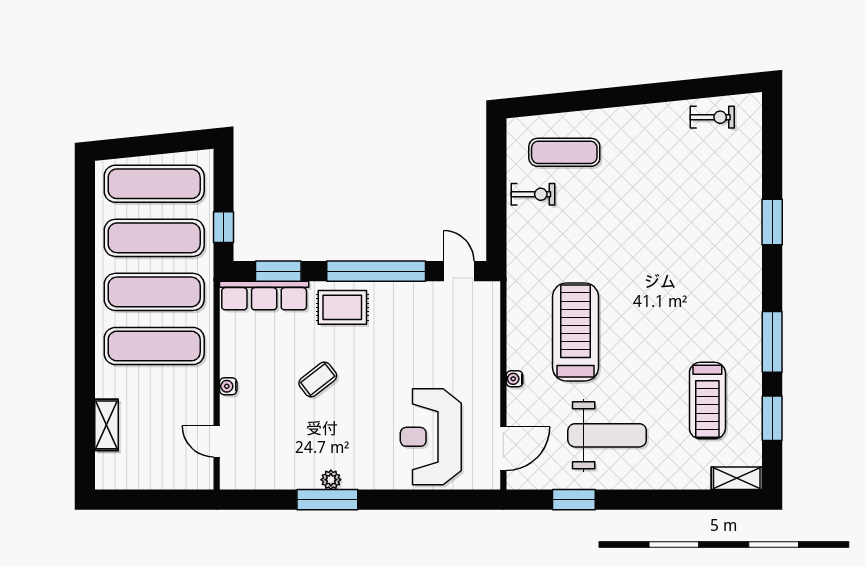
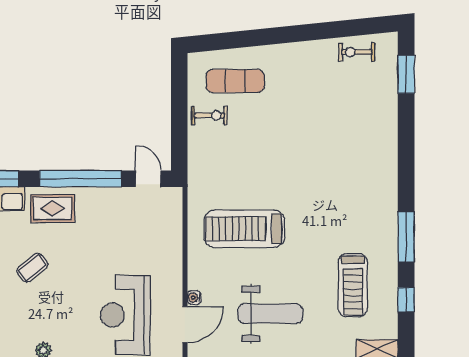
exercise bike: (712, 117) -> (357, 52), turned 180
window: (772, 222) -> (406, 74), moved
treadmill: (575, 332) -> (244, 229), turned -90
water cooler: (514, 379) -> (194, 298), moved
window: (772, 418) -> (406, 300), width x0.67

